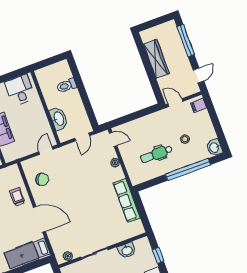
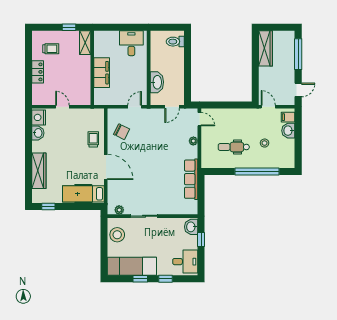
wardrobe: (156, 59) -> (265, 48), moved
toilet: (67, 86) -> (175, 42), moved
washbasin: (214, 148) -> (288, 131), moved
washbasin: (127, 250) -> (191, 227), moved, turned 90

